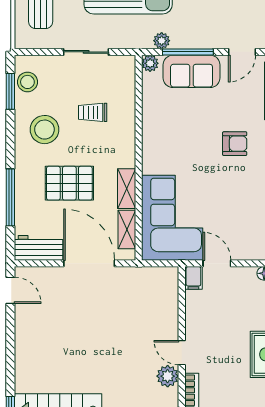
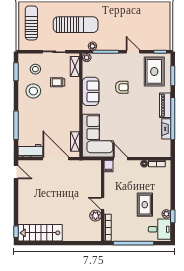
door: (242, 52) -> (133, 52), swing flipped
sofa: (192, 71) -> (91, 91), moved, turned -90
stool: (27, 82) -> (35, 69), moved
armchair: (235, 144) -> (122, 87), moved
pallet: (69, 183) -> (46, 118), removed
shelving: (127, 189) -> (75, 66), moved

